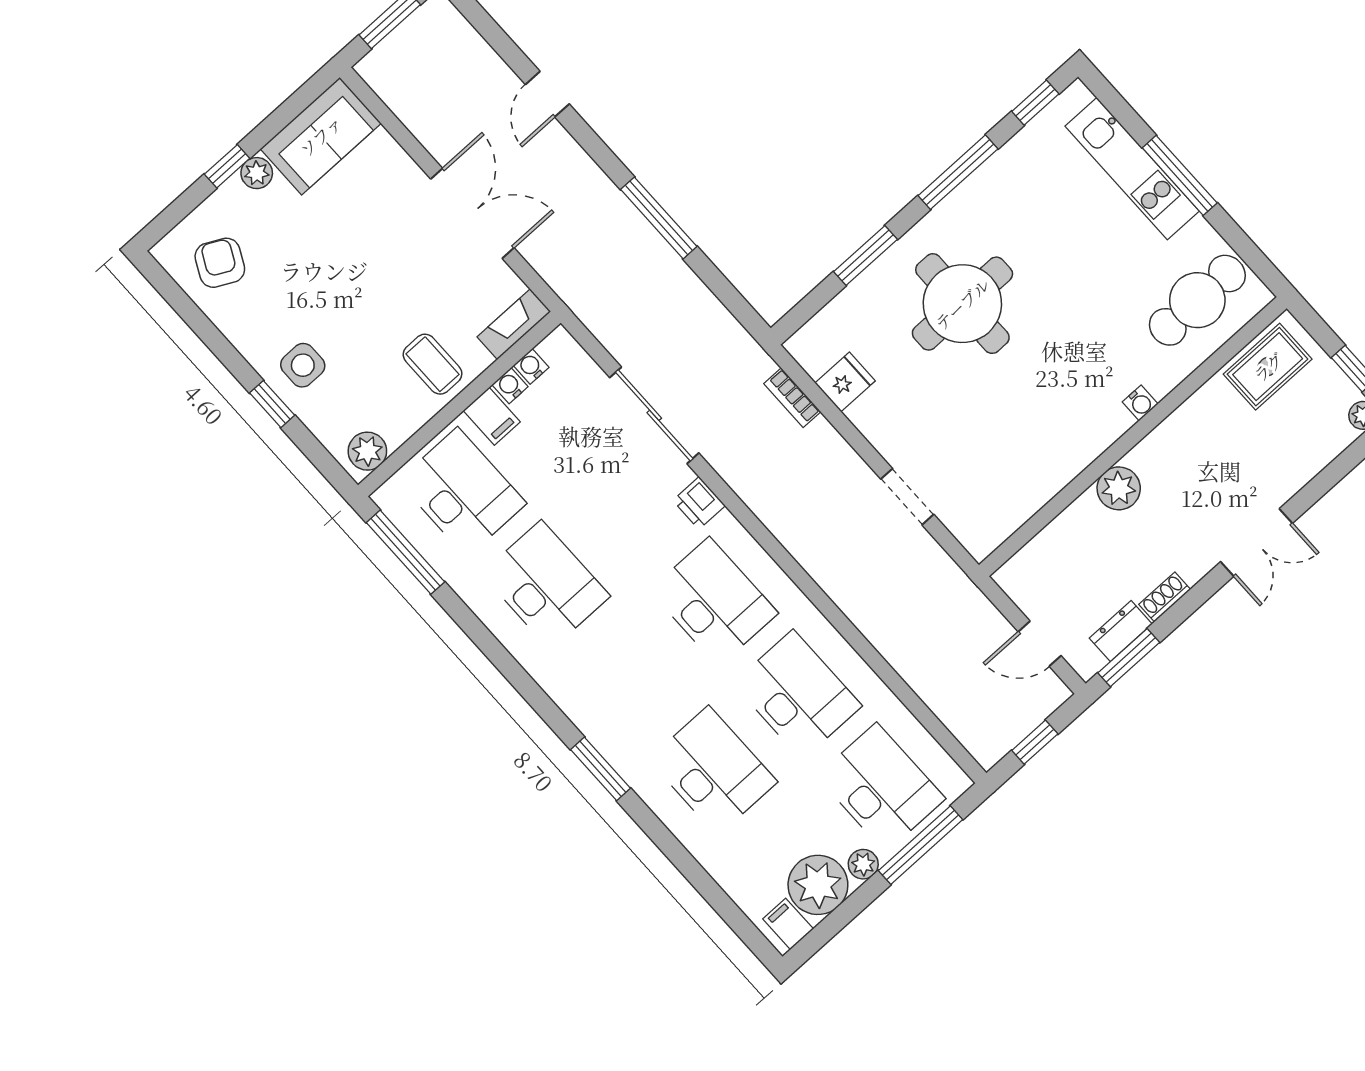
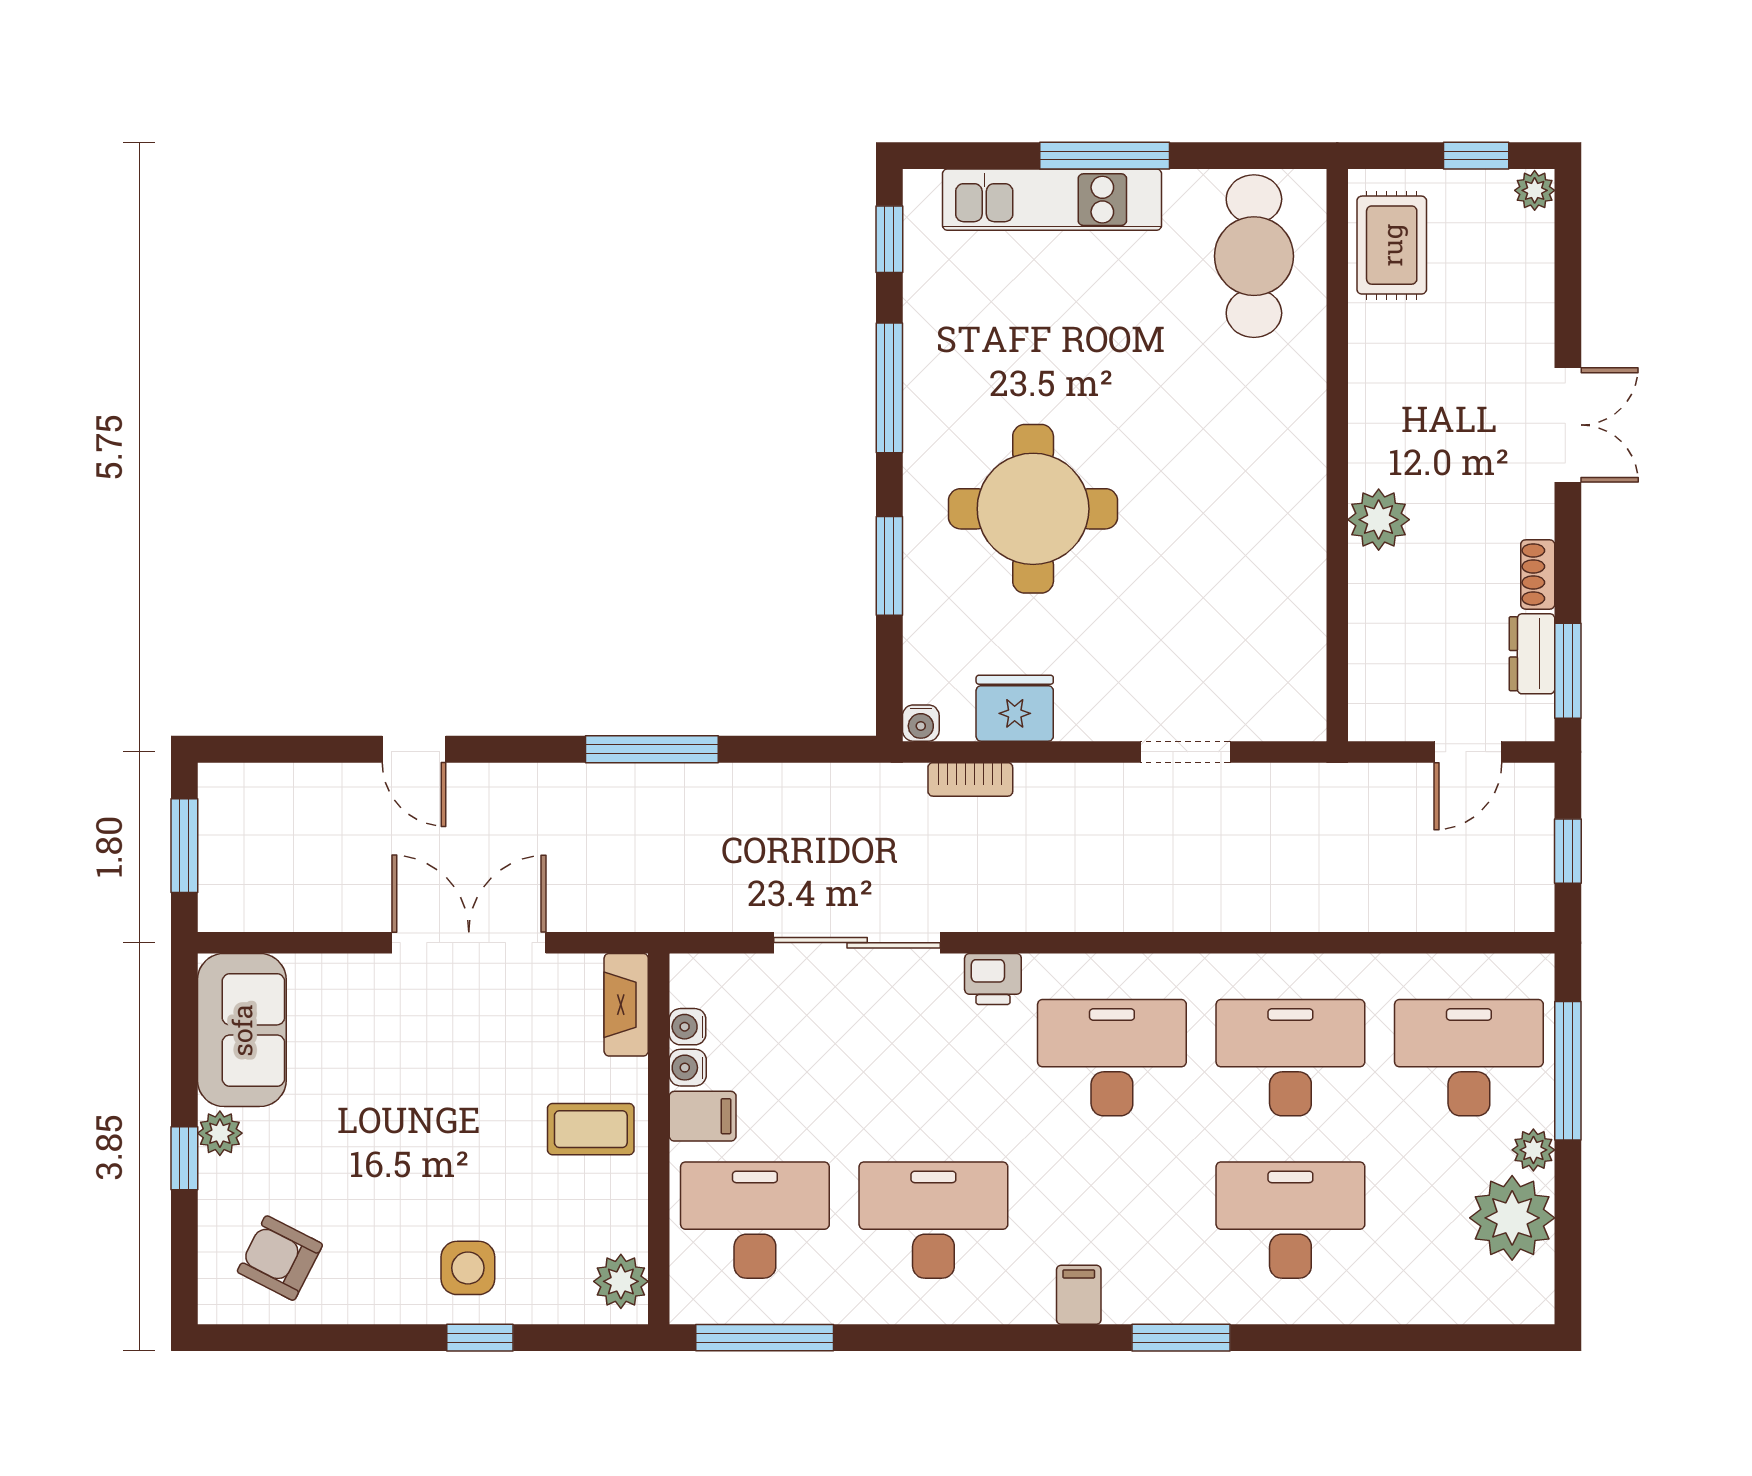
fridge: (845, 382) -> (1015, 708), width x1.38
water cooler: (1140, 403) -> (921, 723), moved, turned 90
filing cabinet: (788, 924) -> (1079, 1295), moved, turned 90

